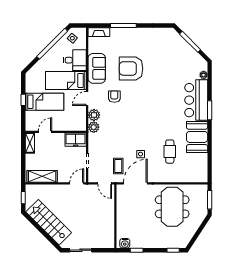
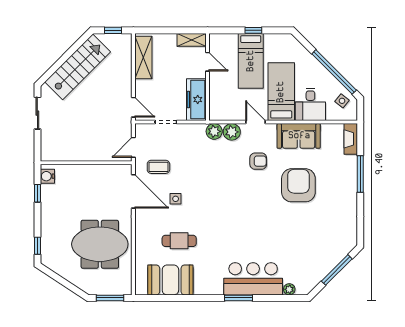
booth: (197, 137) -> (170, 280), moved
freezer: (76, 140) -> (196, 100), width x1.40

